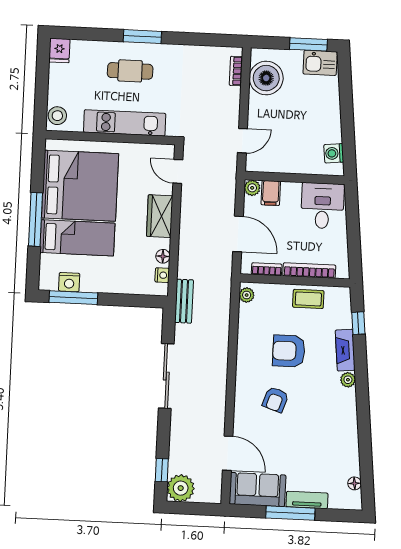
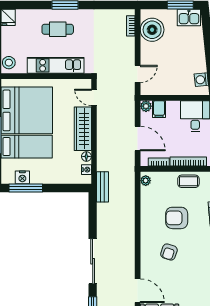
wardrobe: (160, 216) -> (83, 129), width x1.50
sliding door: (166, 376) -> (93, 261), moved

